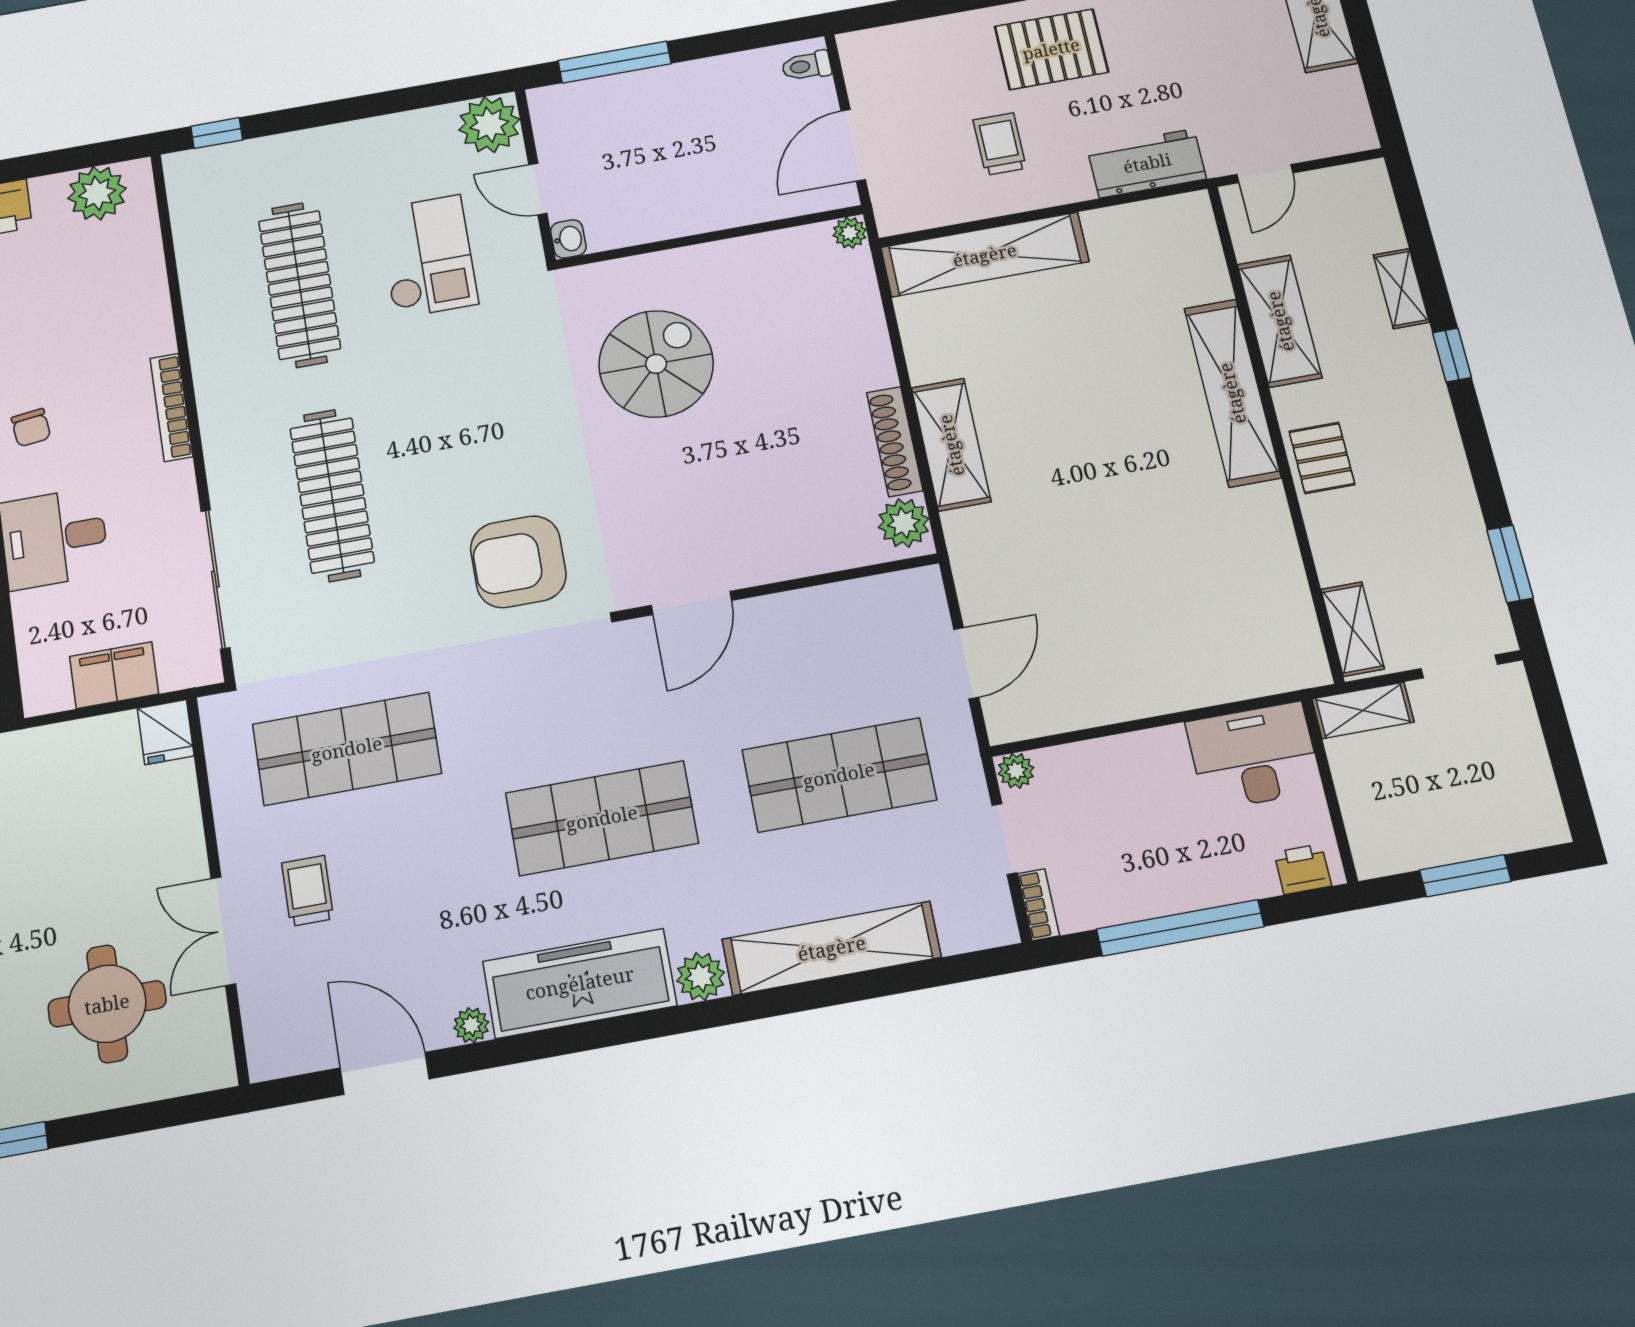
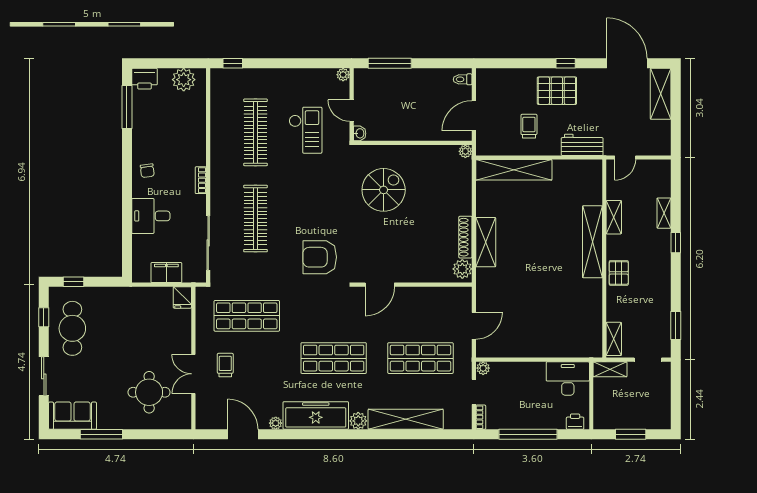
plant: (489, 125) -> (343, 75), width x0.53, depth x0.53
shelving: (1280, 321) -> (614, 217), width x0.67, depth x0.75
bookcase: (171, 407) -> (201, 180), width x0.64

